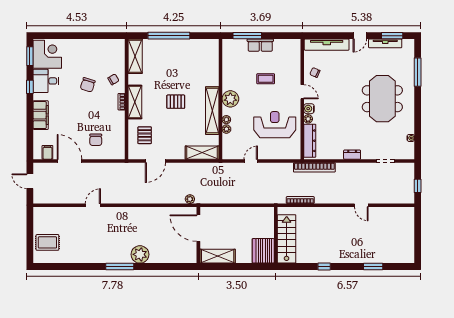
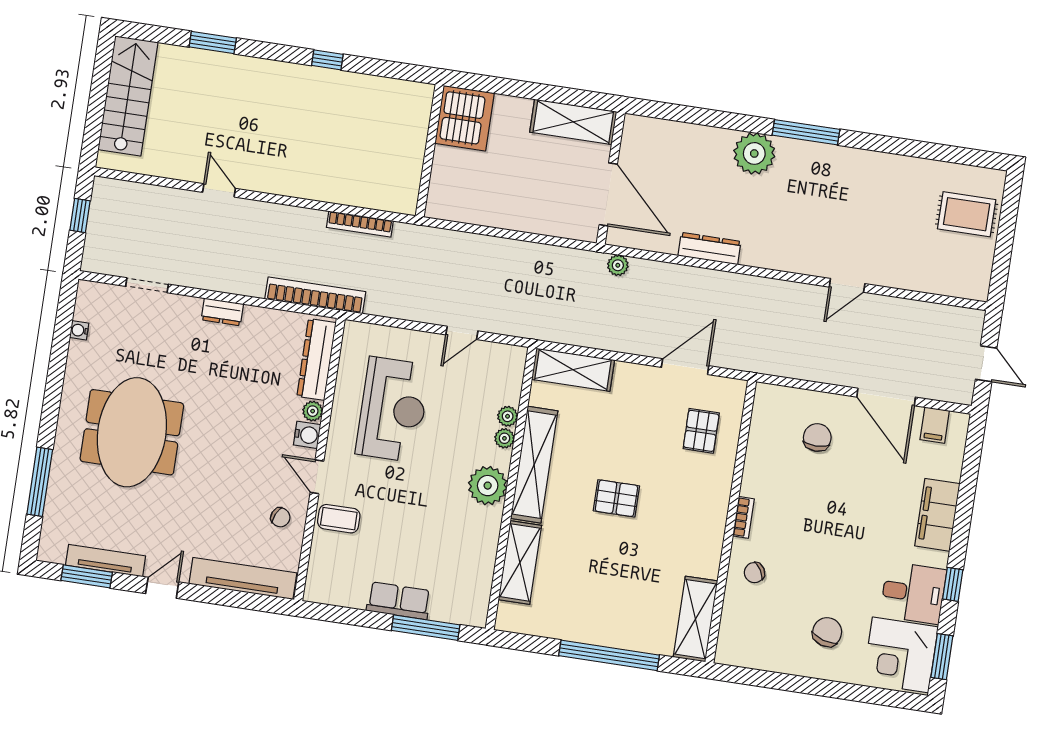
coffee table: (266, 79) -> (339, 519), moved
chair: (88, 85) -> (827, 632), moved
shelving: (135, 102) -> (520, 562), moved
reception desk: (275, 125) -> (393, 409), turned -90
dresser: (153, 212) -> (709, 249), added
stairs: (287, 239) -> (128, 96), moved, turned 180

